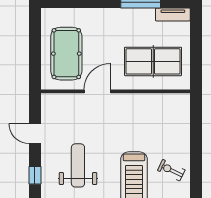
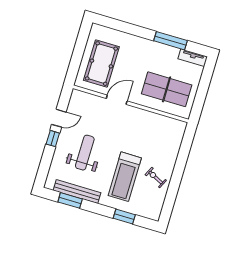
door: (35, 134) -> (59, 118), swing flipped
window: (35, 175) -> (53, 139), moved

